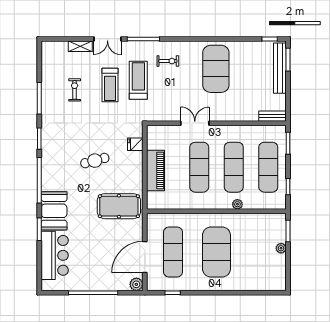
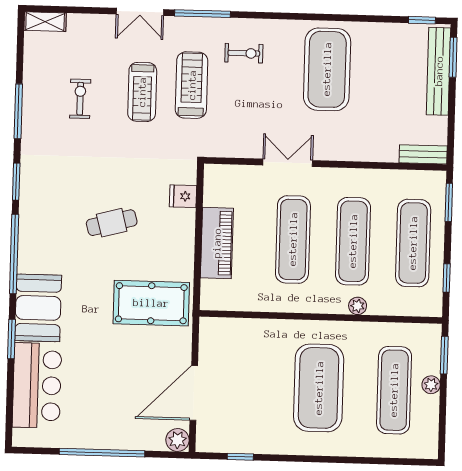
shelving: (80, 46) -> (45, 22), moved
exercise mat: (173, 252) -> (394, 390), moved

